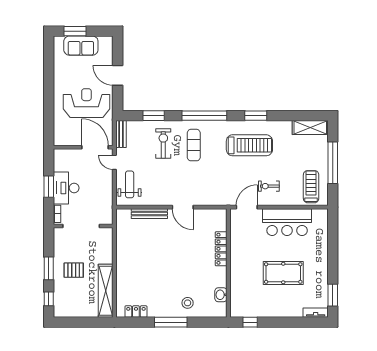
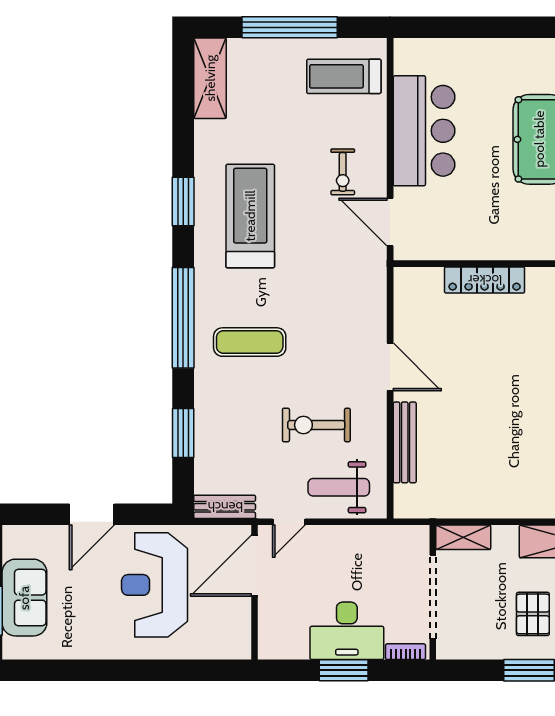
exercise bike: (163, 143) -> (316, 425), moved
door: (183, 207) -> (390, 367), hinge flipped
shelving: (108, 239) -> (463, 537), added

